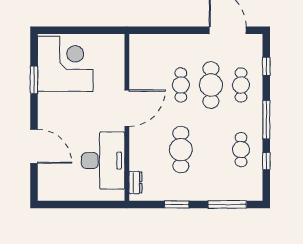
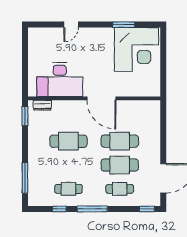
window: (266, 66) -> (147, 209), moved
cafe table: (181, 85) -> (120, 141), width x1.37, depth x1.35
door: (34, 146) -> (71, 25), width x0.53
window: (177, 204) -> (25, 116), moved

